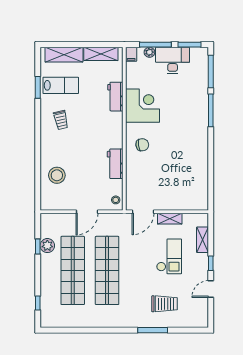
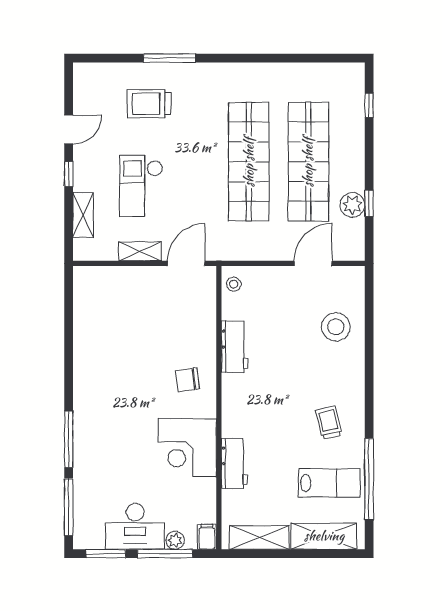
lab bench: (61, 85) -> (329, 483), turned 180
window: (38, 87) -> (369, 479), width x2.11
door: (87, 212) -> (313, 263), moved

